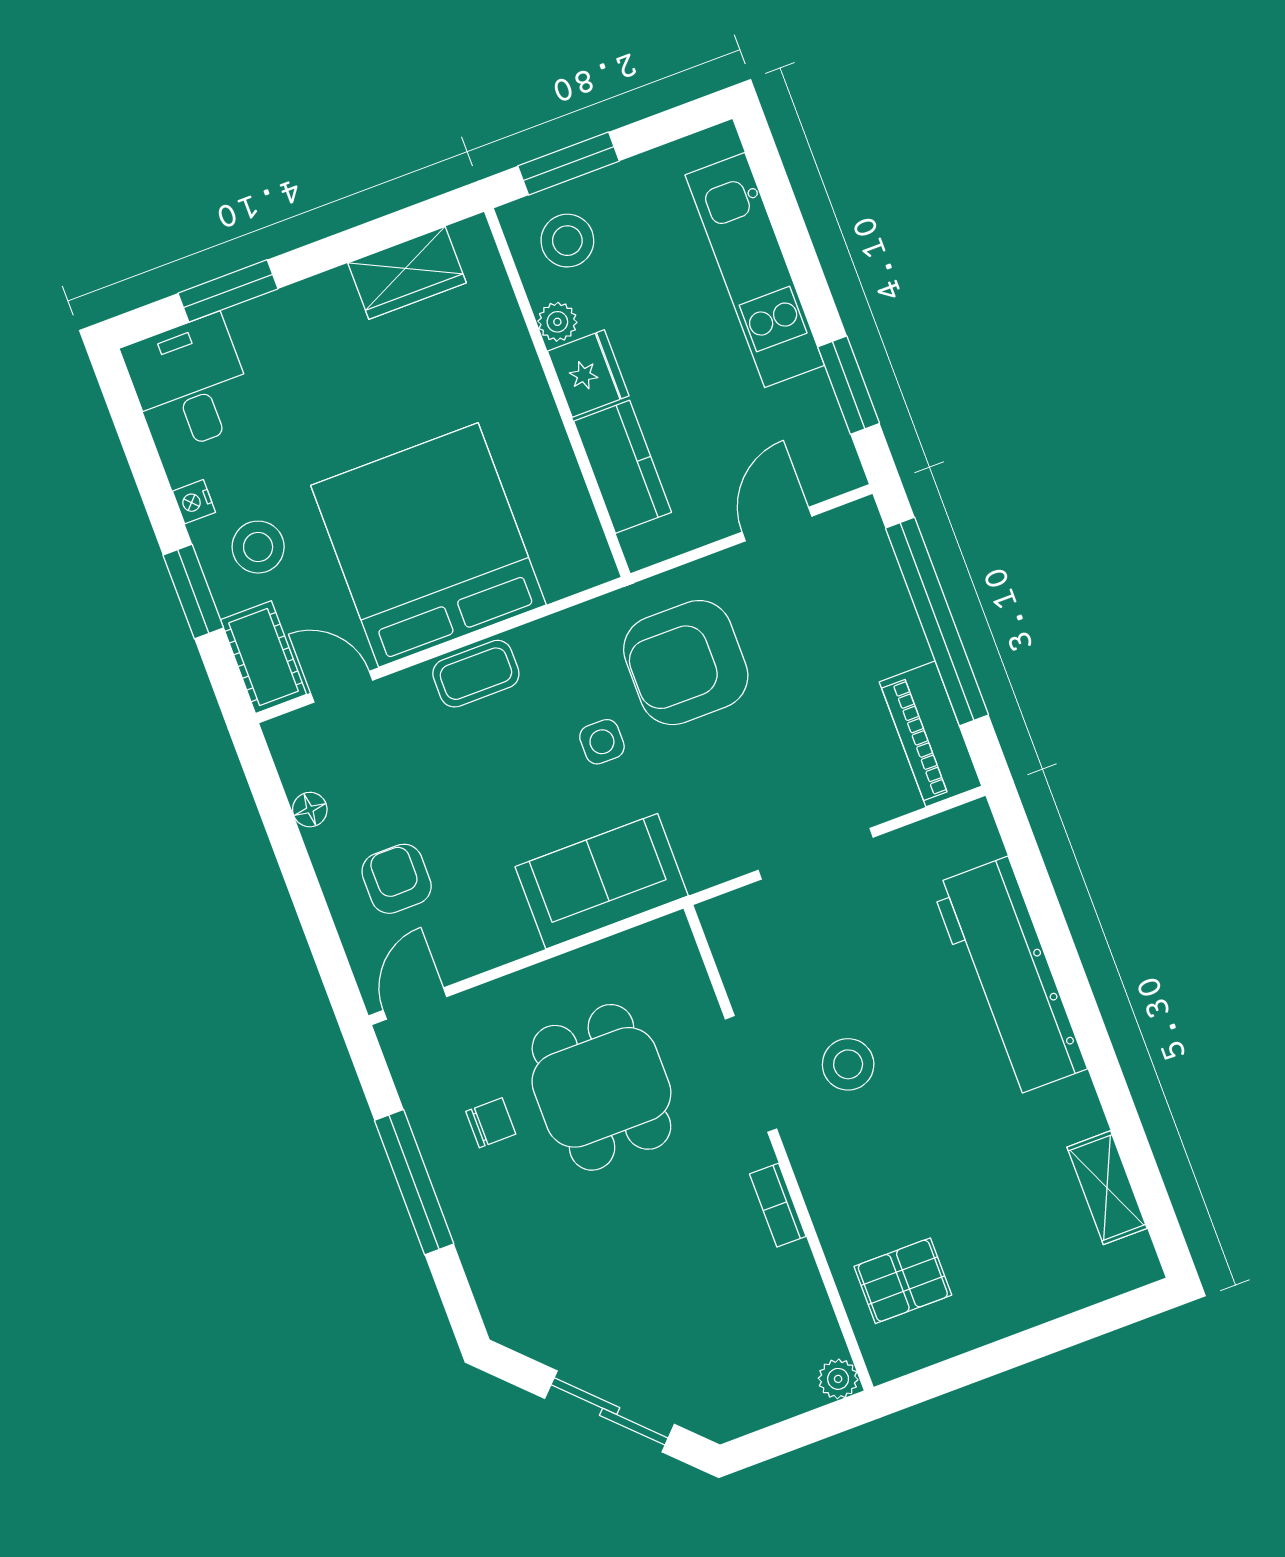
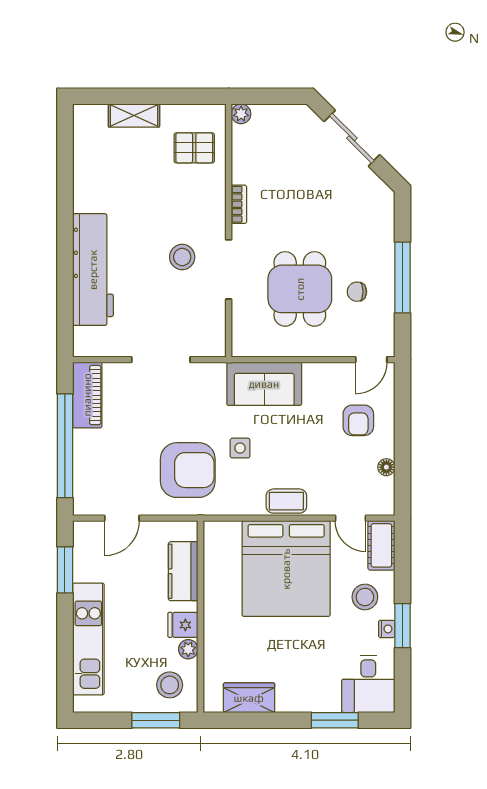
fridge: (588, 373) -> (183, 625), width x0.72
window: (193, 592) -> (402, 626), moved
shelving: (1107, 1188) -> (134, 115), moved, turned 90

